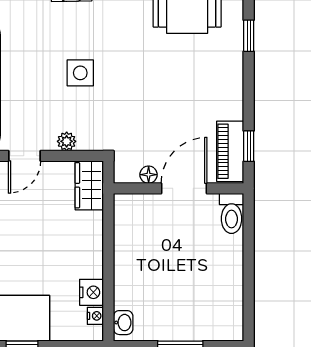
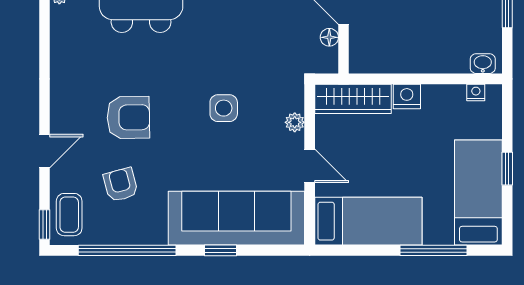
wardrobe: (89, 185) -> (353, 99), width x1.50
nightstand: (91, 292) -> (407, 96), moved

